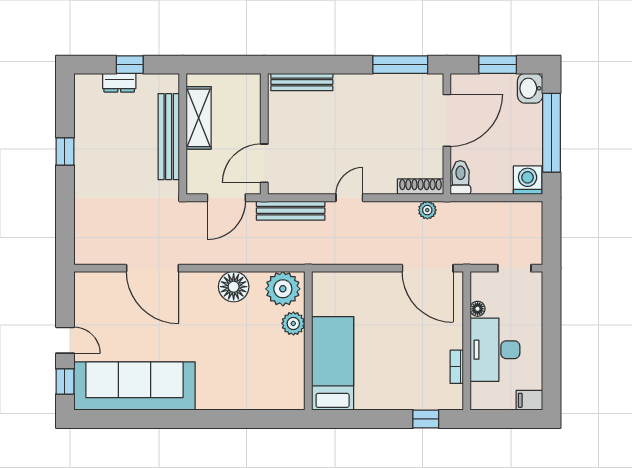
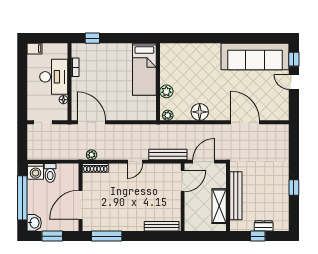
toilet: (460, 178) -> (50, 173), moved
plant: (283, 289) -> (168, 115), width x0.53, depth x0.53

